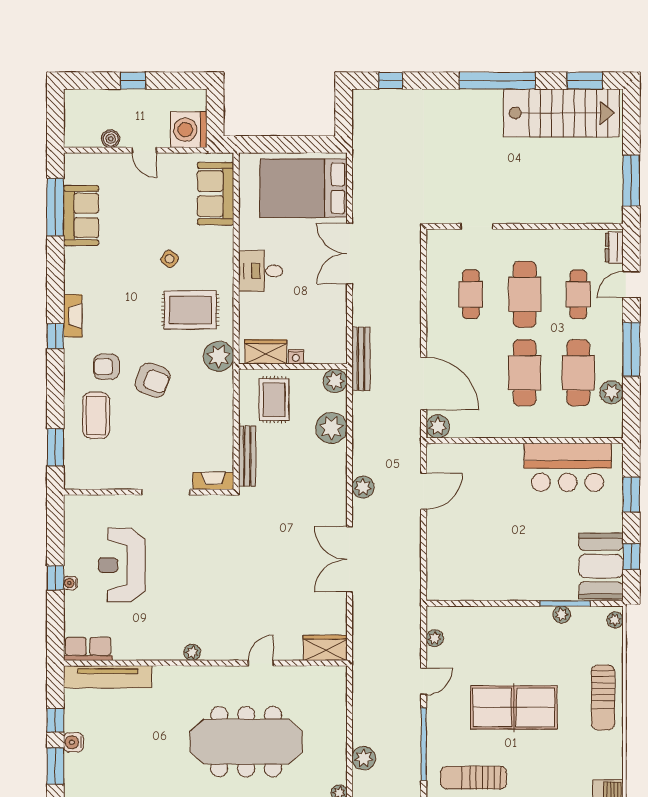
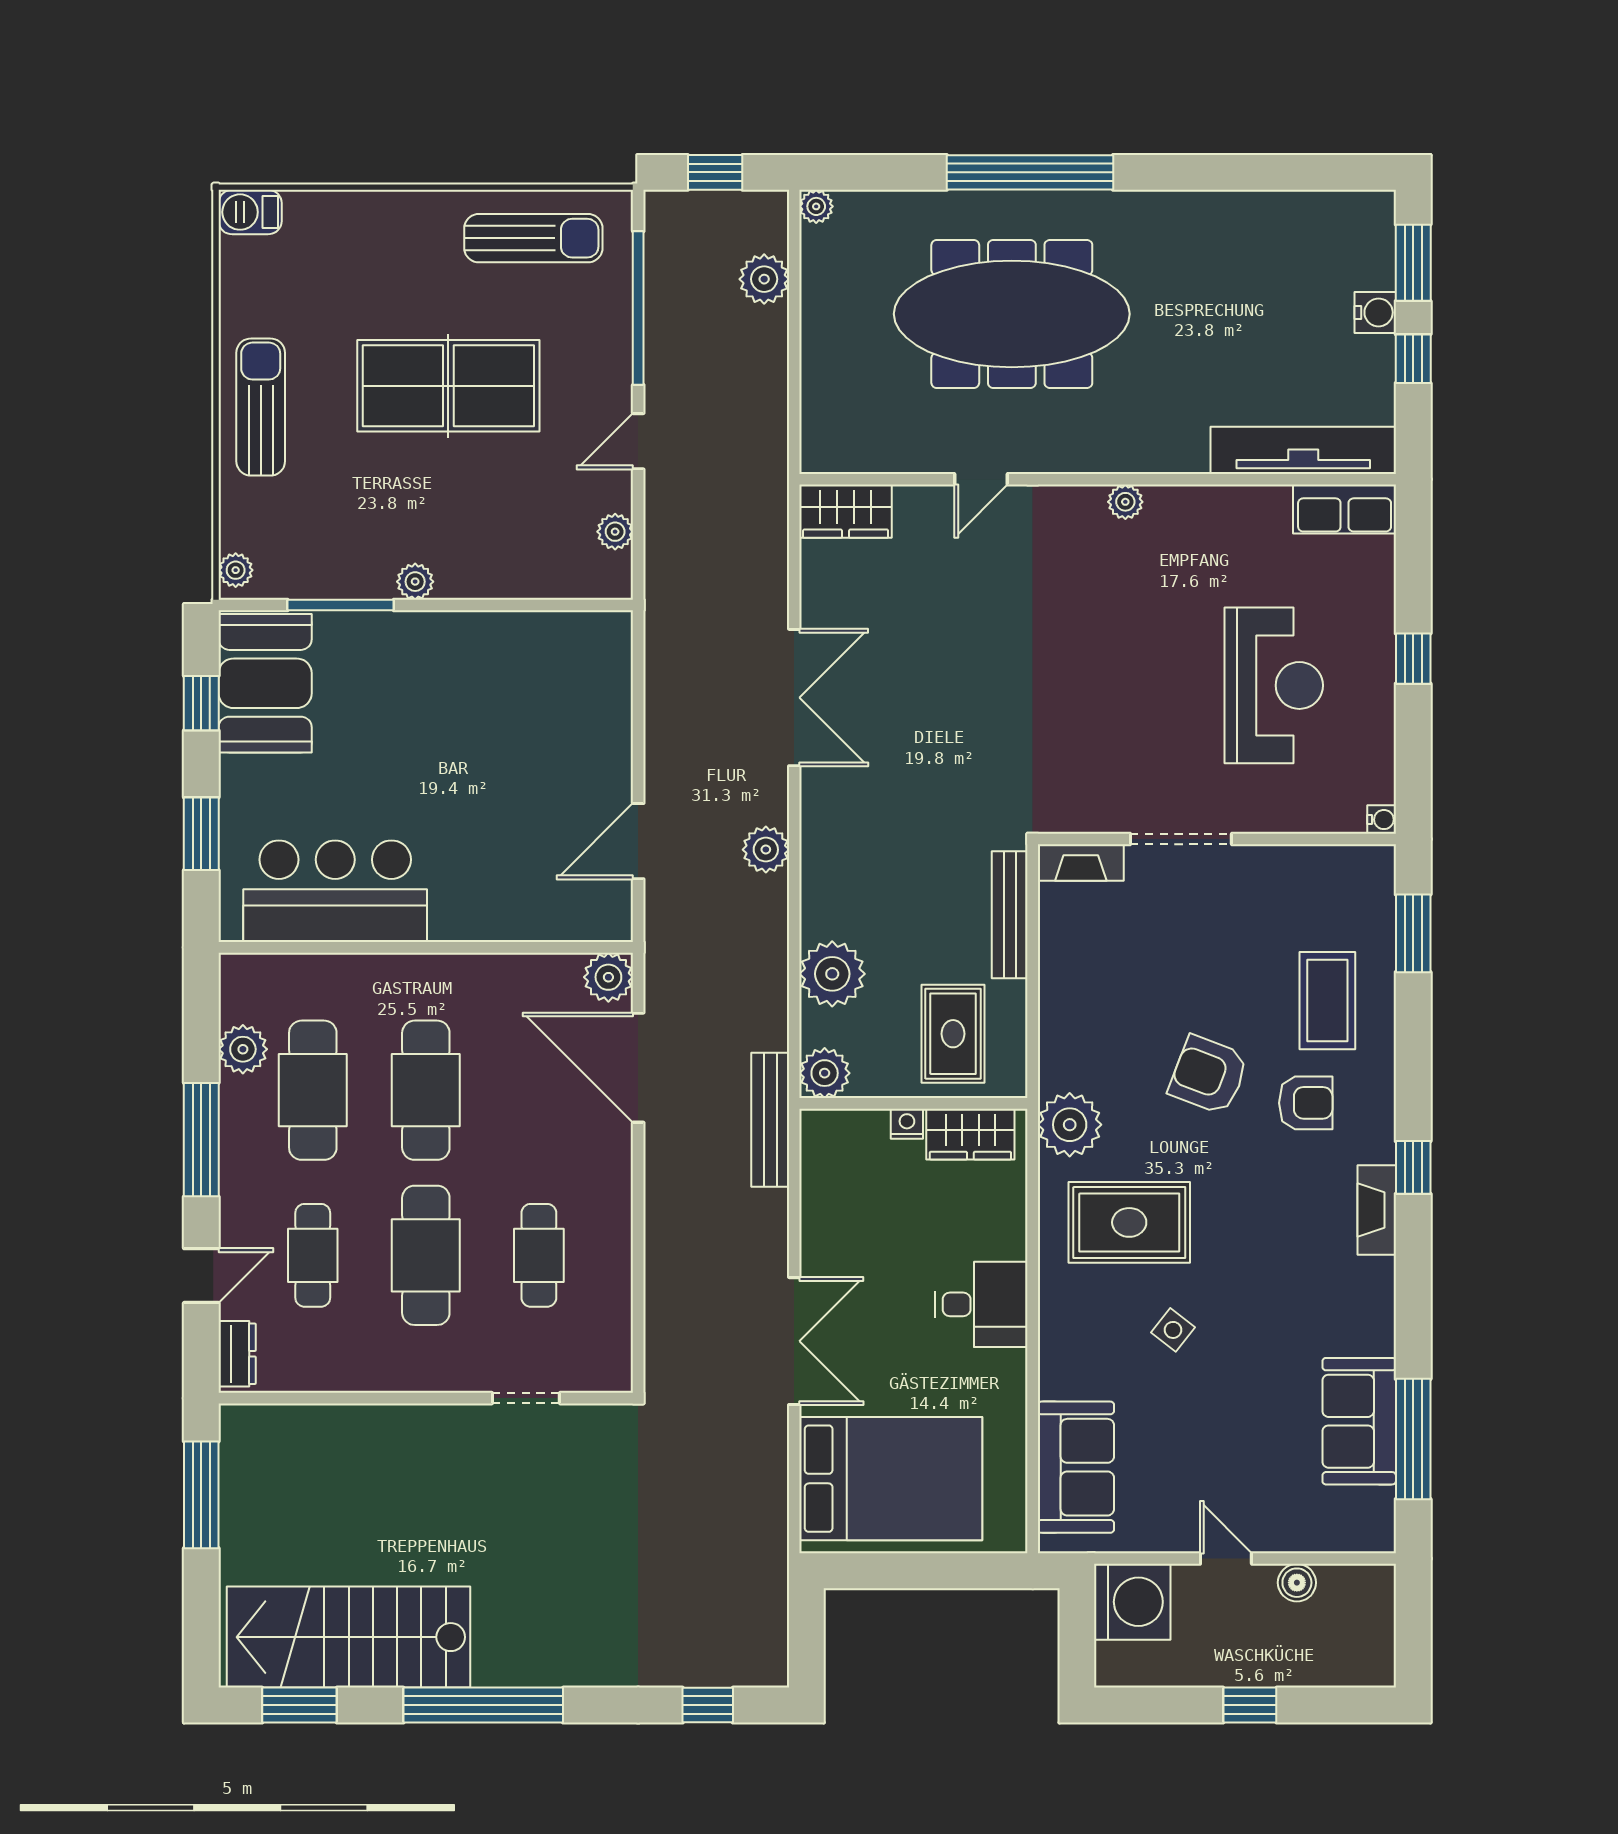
water cooler: (70, 583) -> (1382, 820), moved
plant: (562, 614) -> (415, 582), moved

